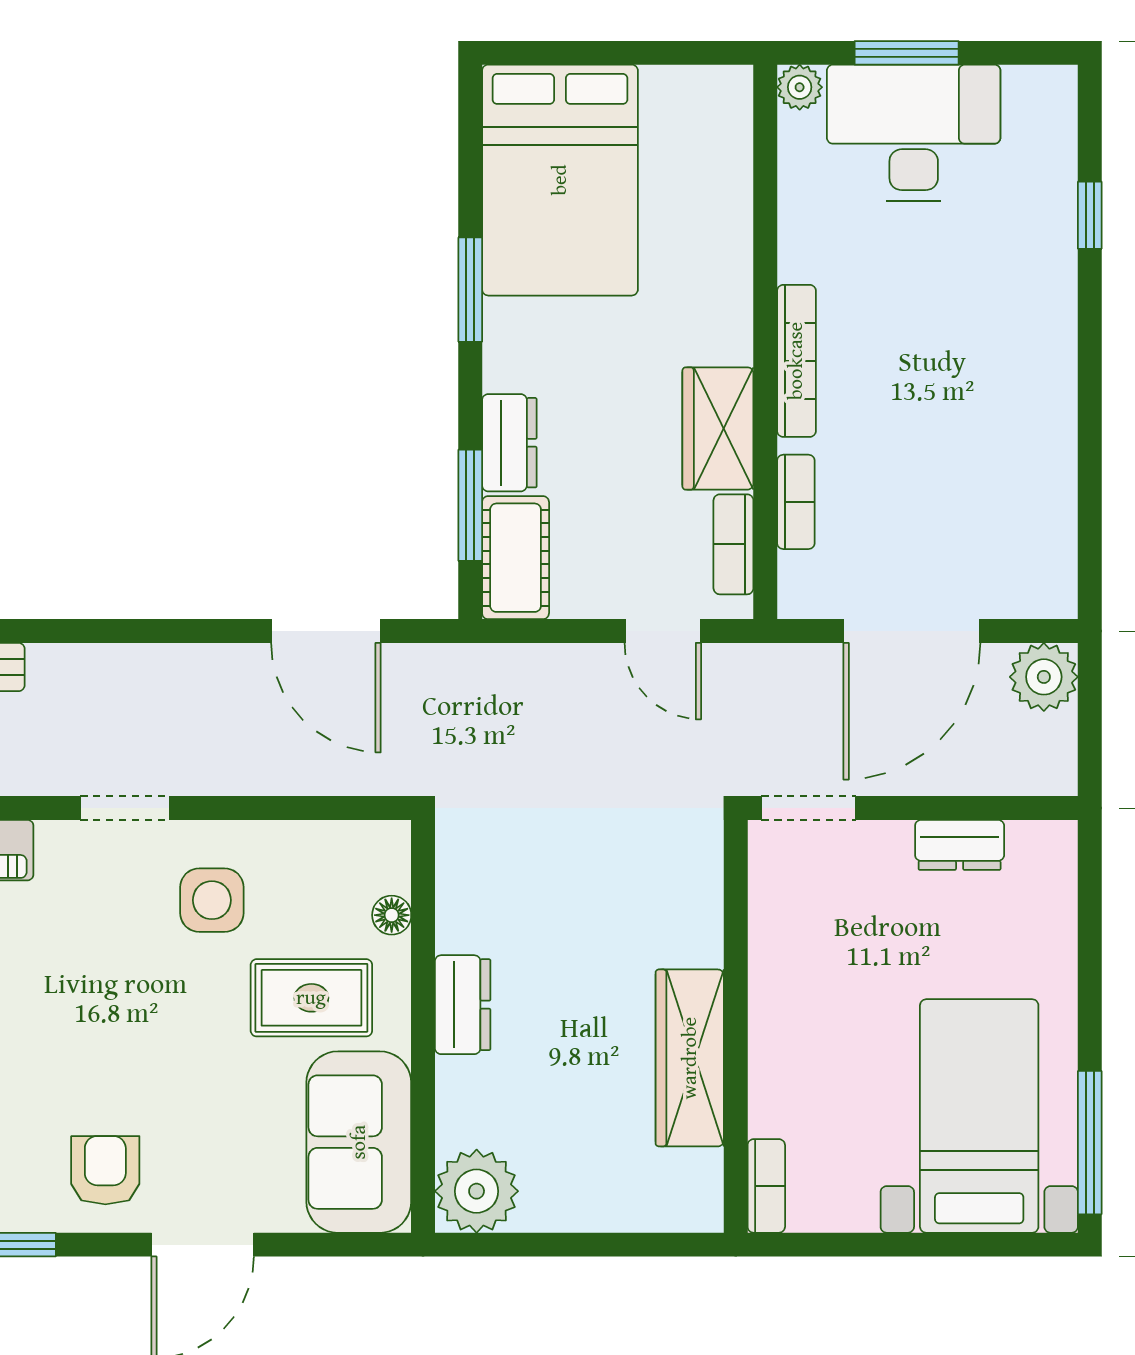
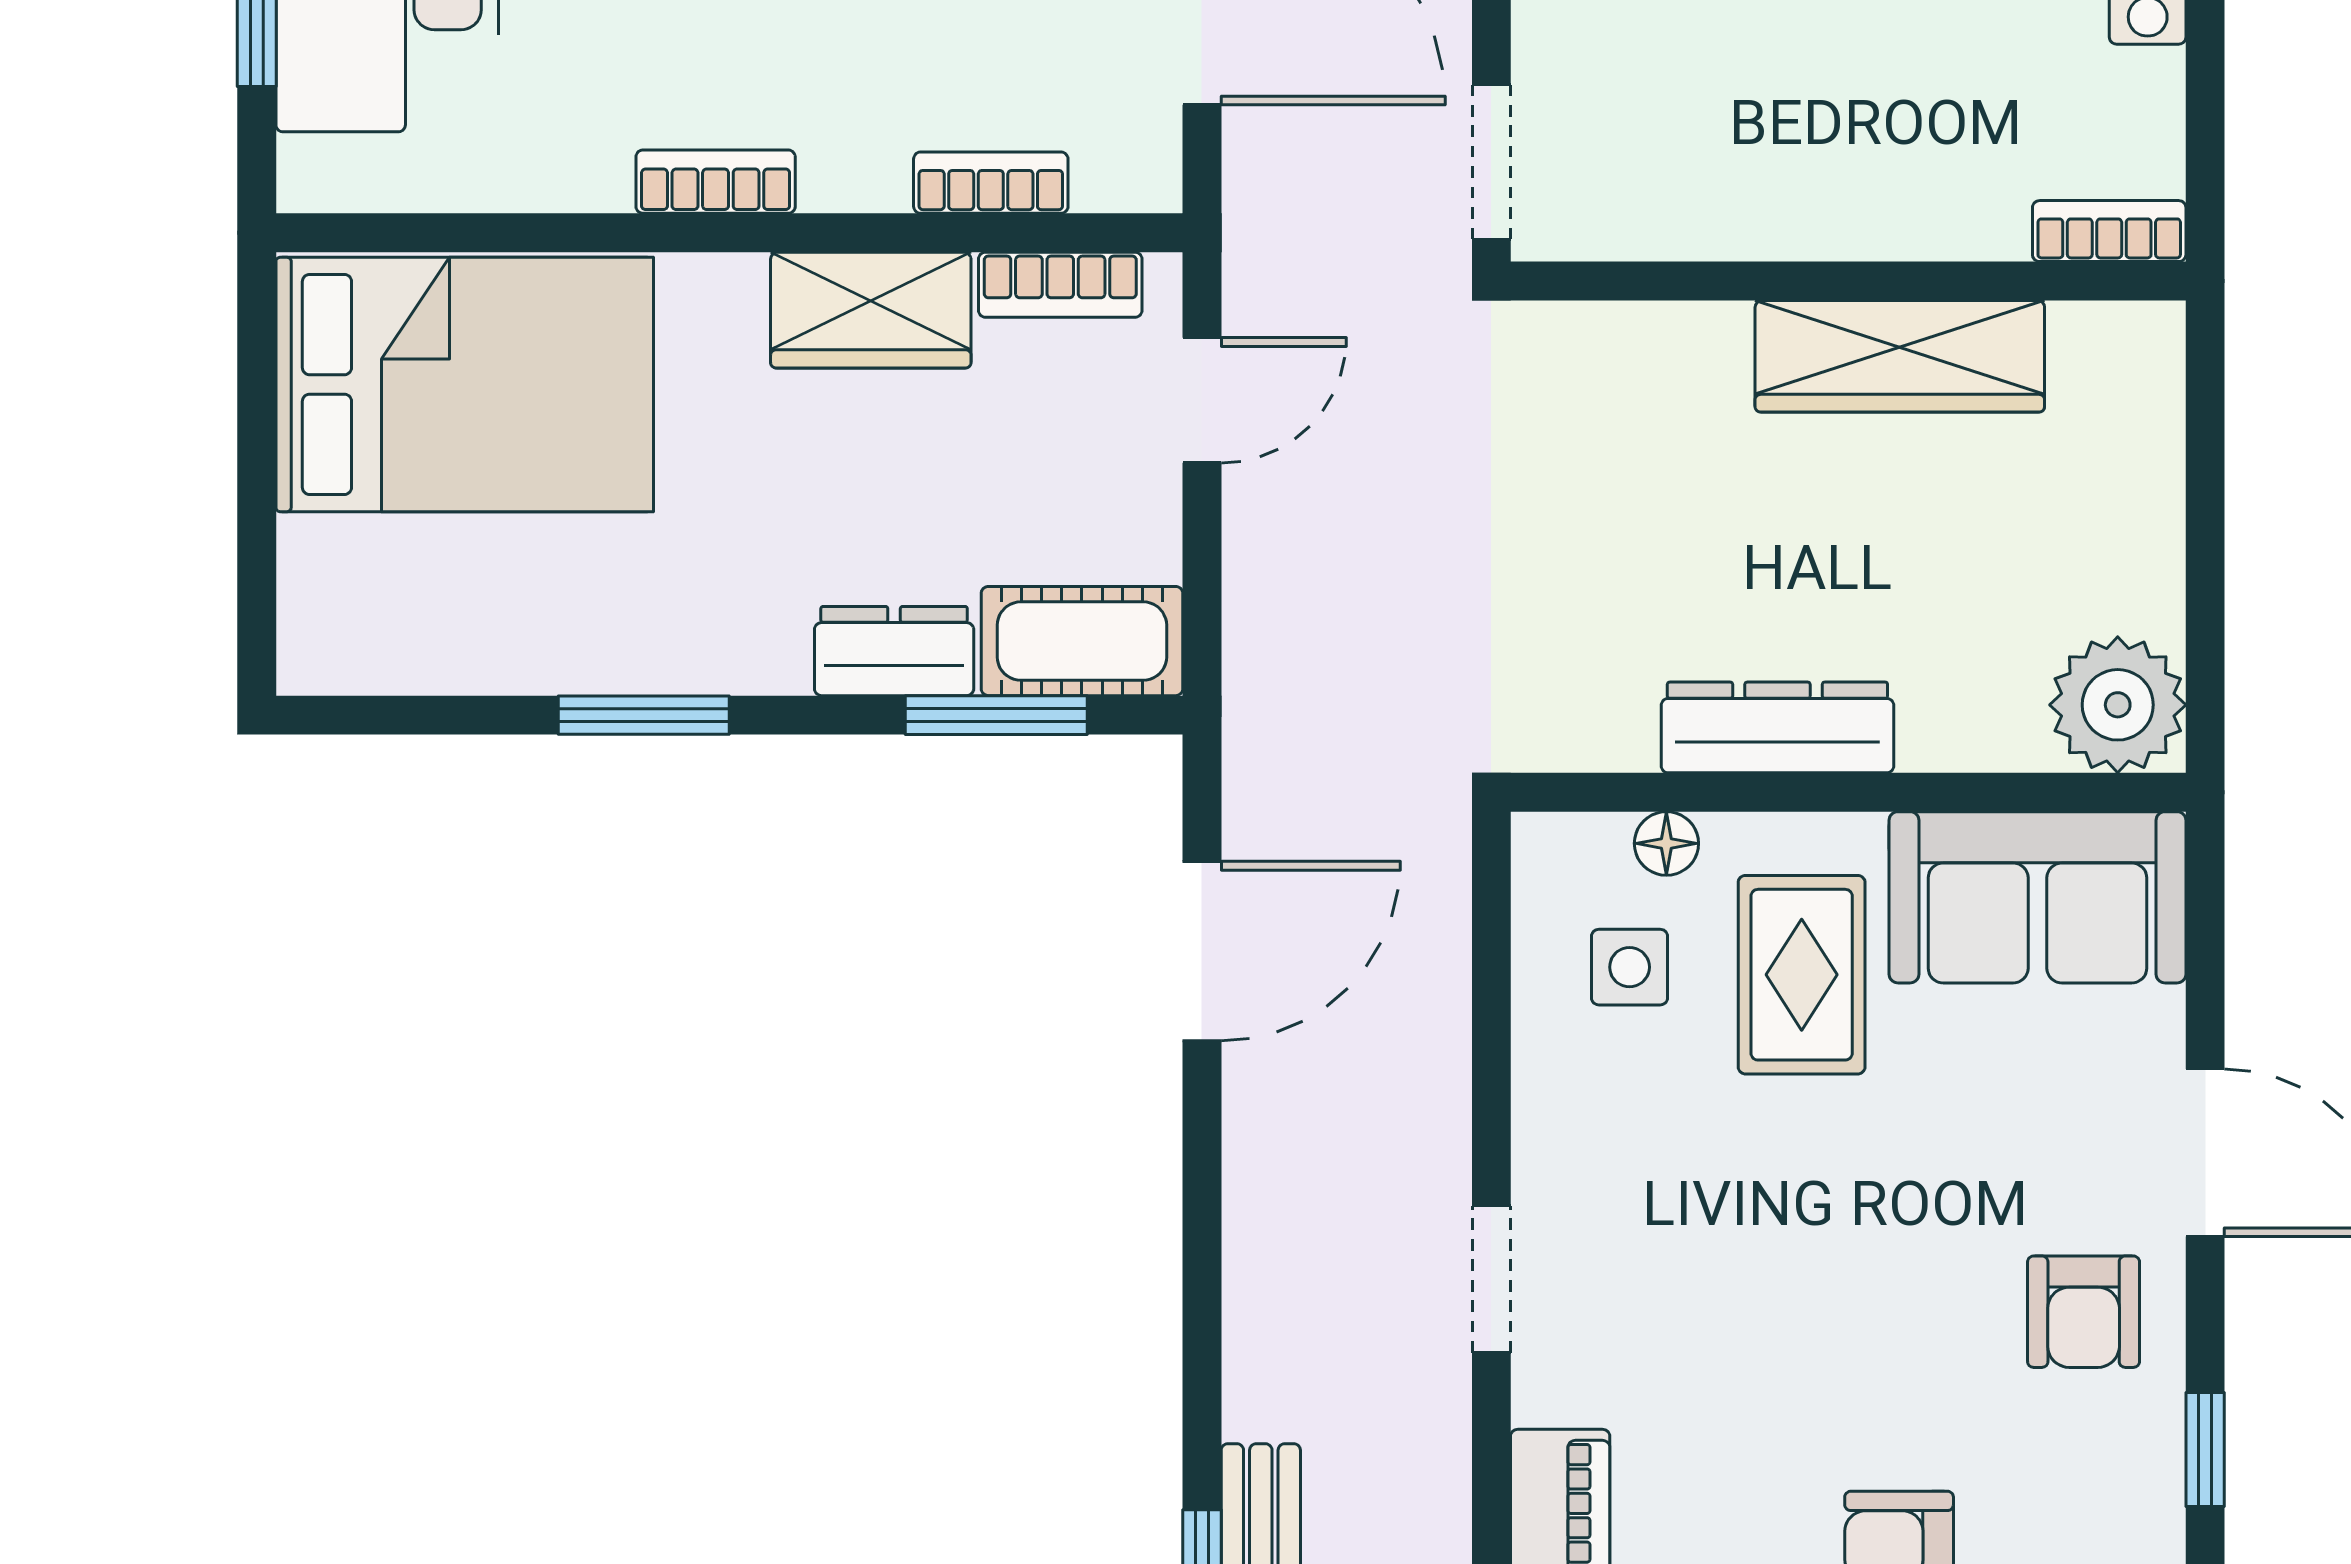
plant: (800, 87) -> (313, 177), removed
bed: (560, 180) -> (465, 384), moved
bookcase: (796, 361) -> (716, 182), width x0.64
side table: (212, 900) -> (1630, 967), moved, width x0.73, depth x0.73
dresser: (463, 1005) -> (1777, 727), width x1.44
armchair: (105, 1170) -> (2084, 1312), turned -90

